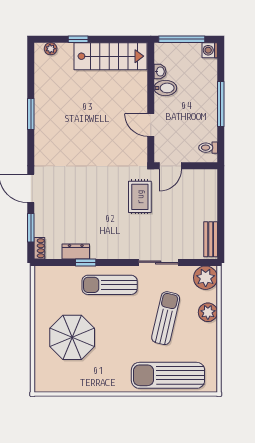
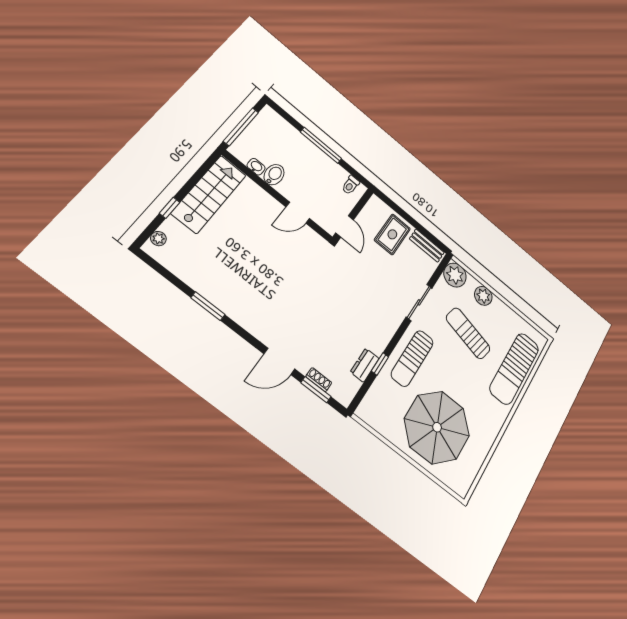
washing machine: (210, 50) -> (268, 115), removed
rug: (140, 197) -> (392, 234), moved, turned 90
shoe rack: (39, 248) -> (319, 380), moved
parasol: (72, 337) -> (437, 427), width x1.36, depth x1.36

